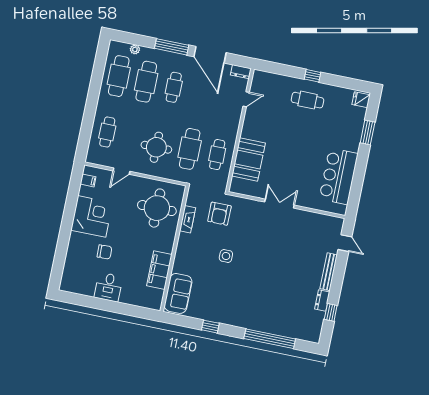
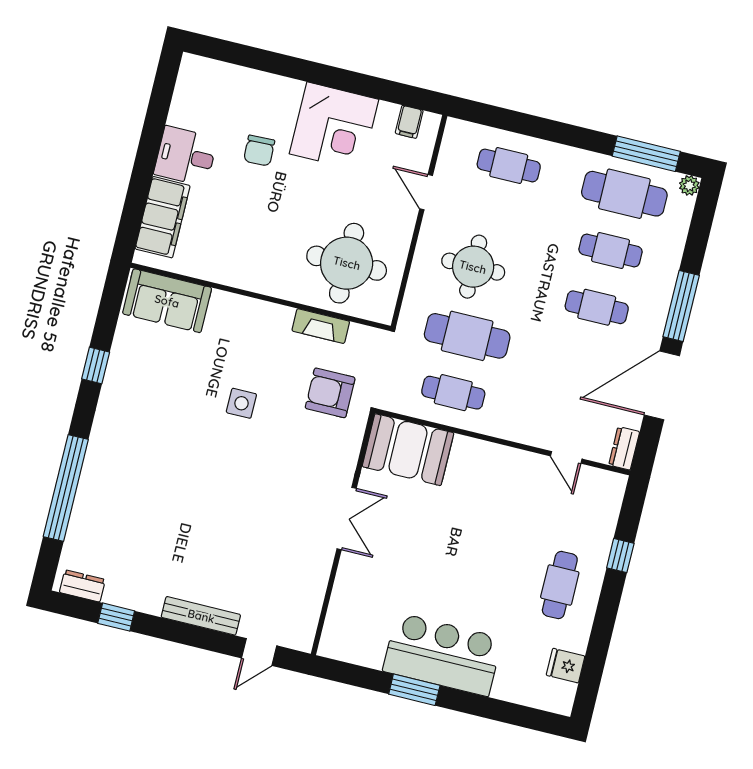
plant: (135, 49) -> (689, 185), moved
window: (99, 66) -> (646, 154), added
window: (313, 76) -> (620, 556), moved
cafe table: (146, 82) -> (611, 250), width x0.73, depth x0.74
fridge: (361, 100) -> (566, 666), moved, turned -90
window: (368, 133) -> (414, 690), moved
booth: (249, 159) -> (408, 450), moved
bar counter: (339, 176) -> (442, 655), moved
filing cabinet: (159, 270) -> (163, 217), moved, turned 90
dresser: (322, 300) -> (82, 586), moved

